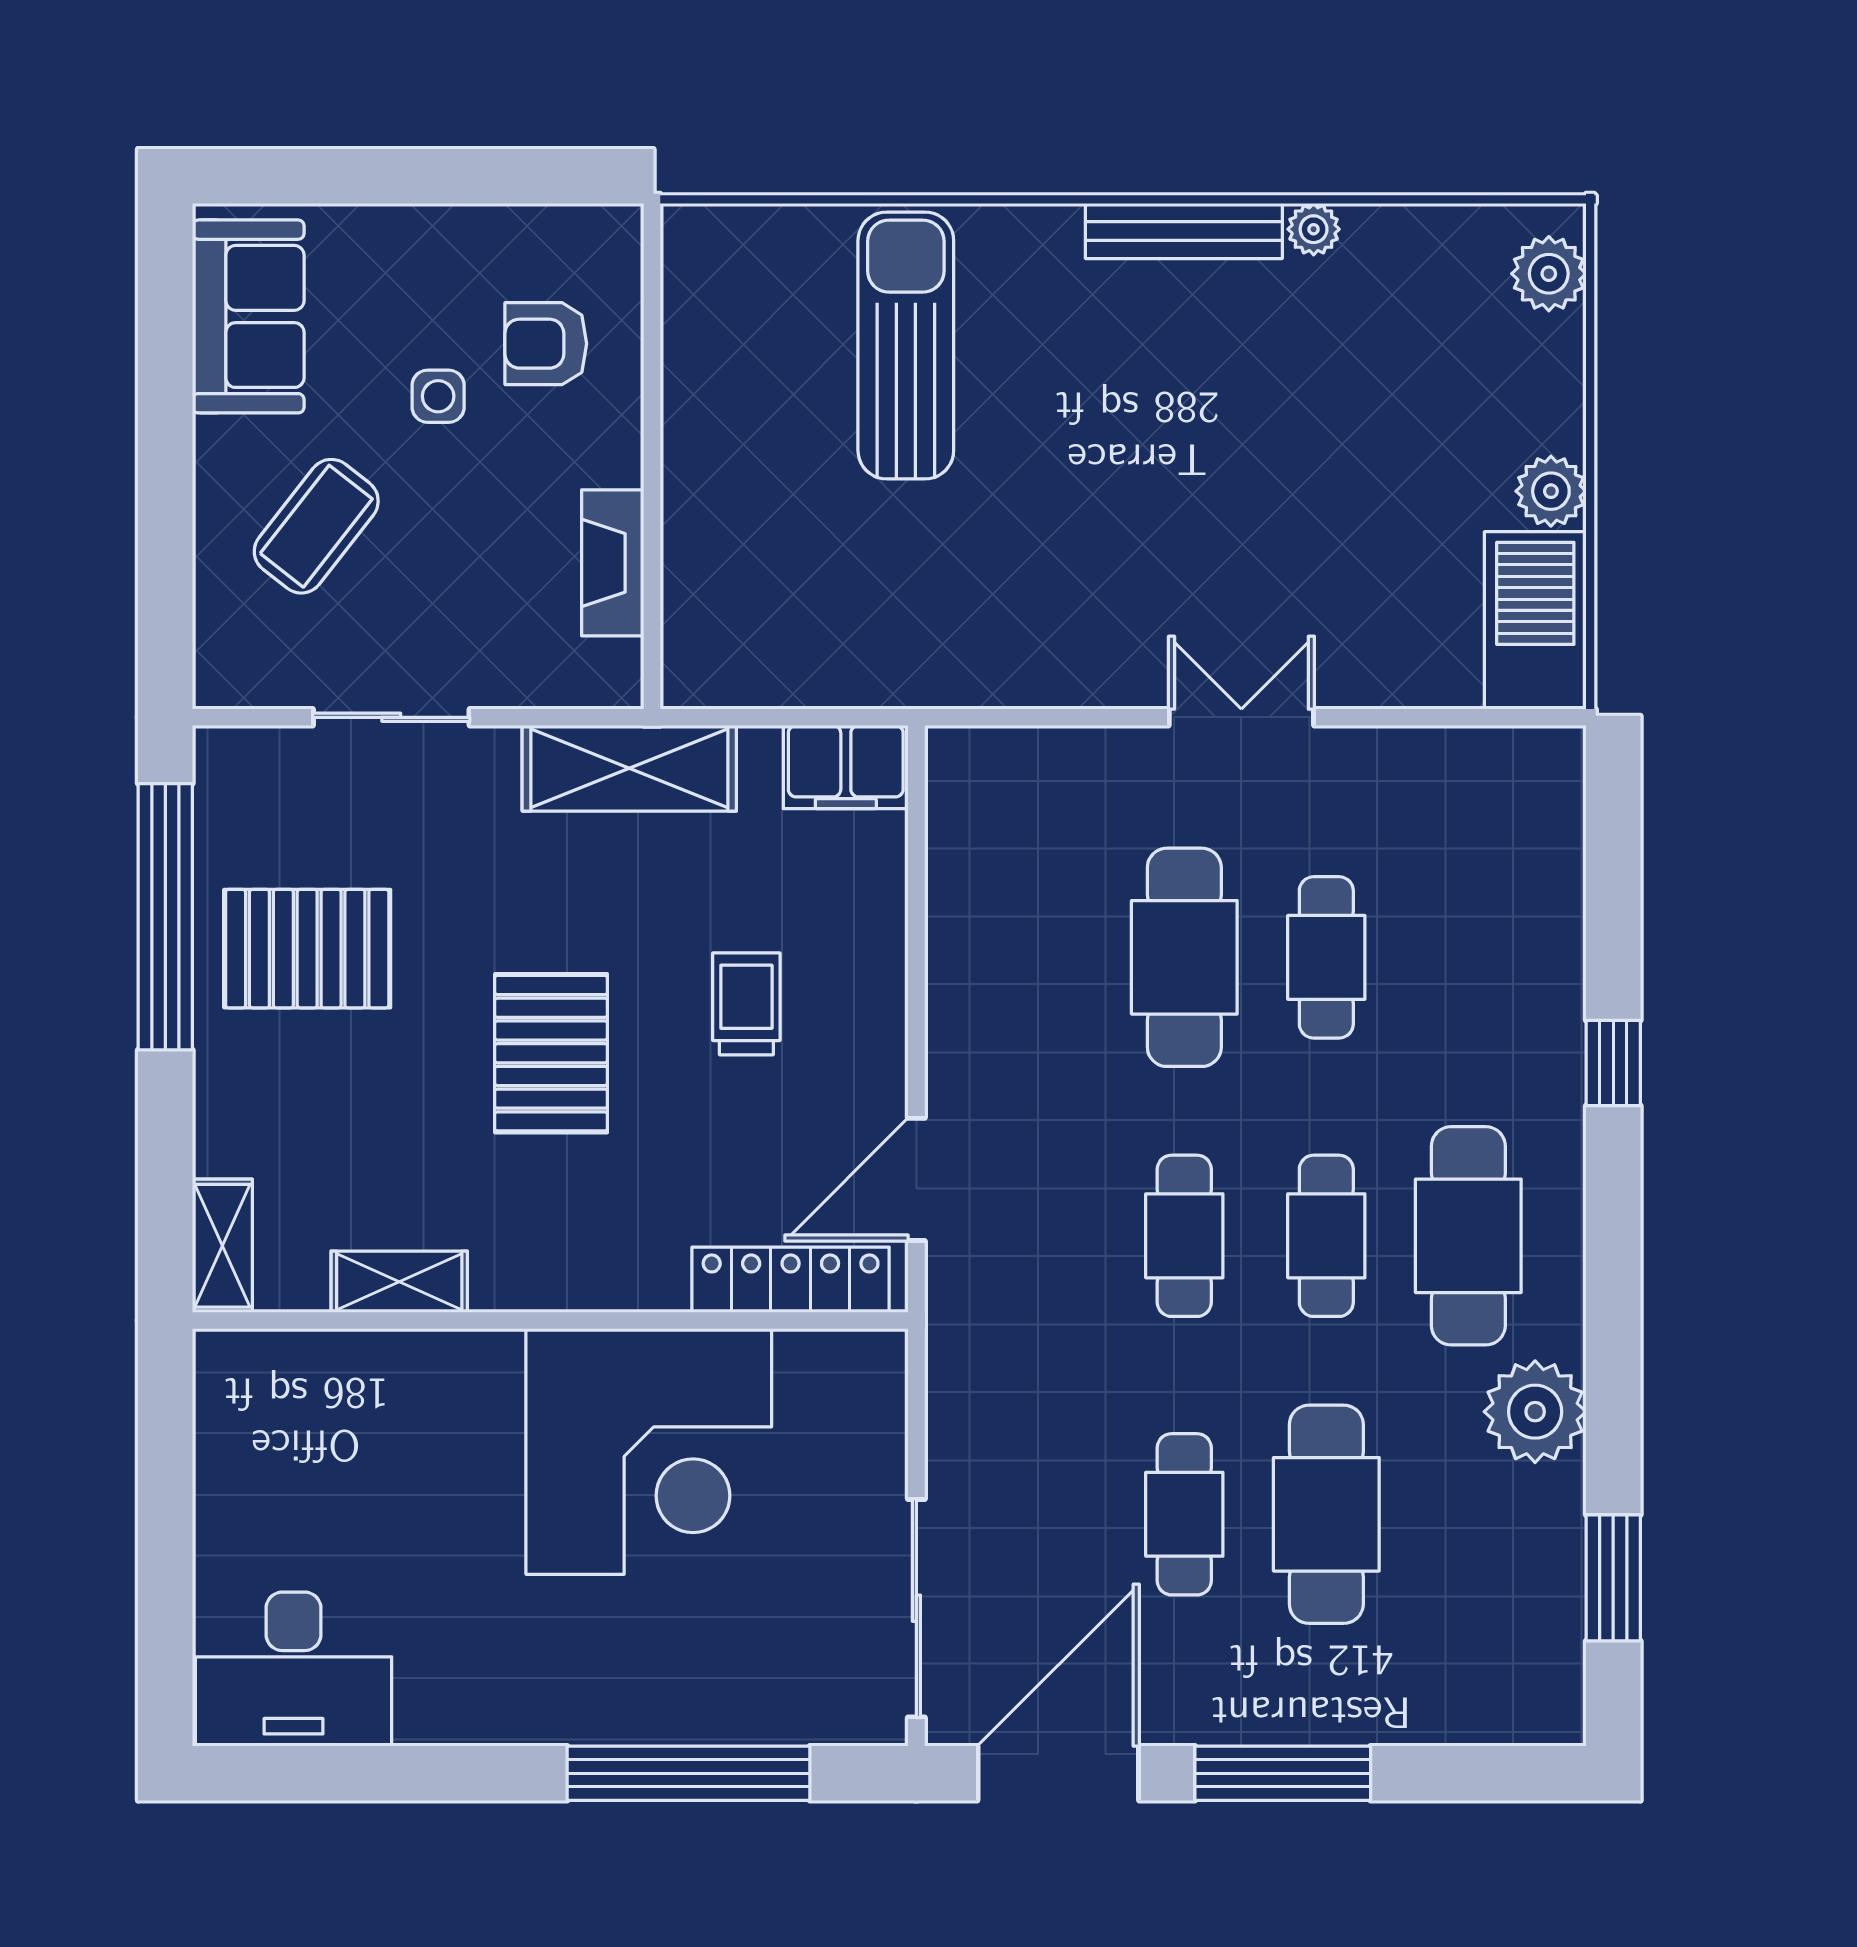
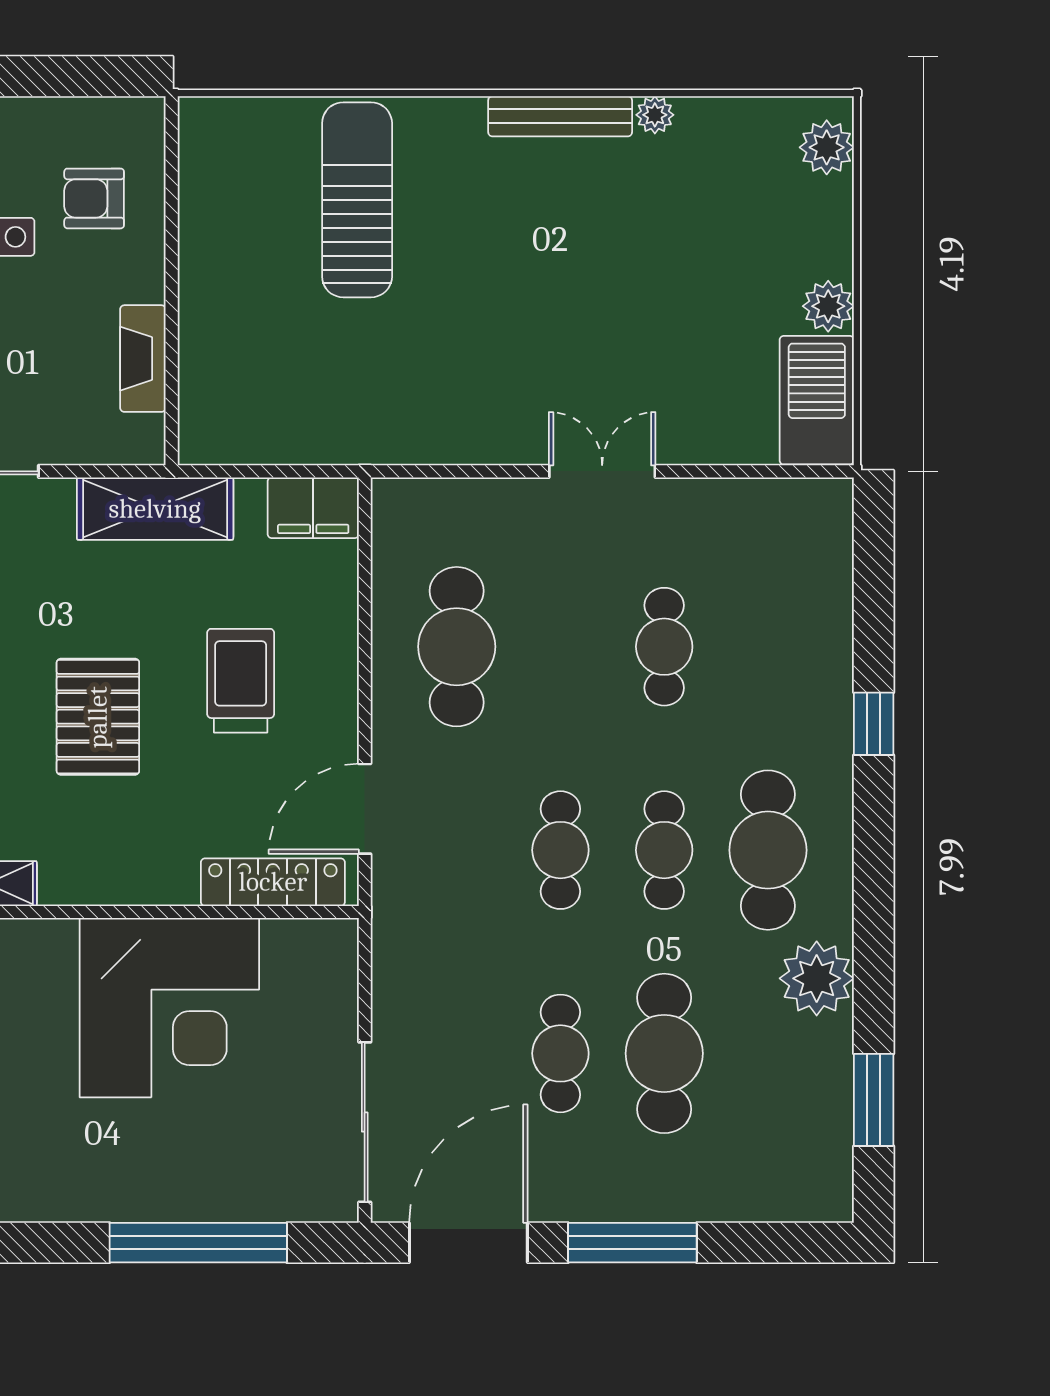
cafe table: (1184, 957) -> (457, 647), moved
trolley: (746, 1004) -> (241, 681), width x1.36, depth x1.39

